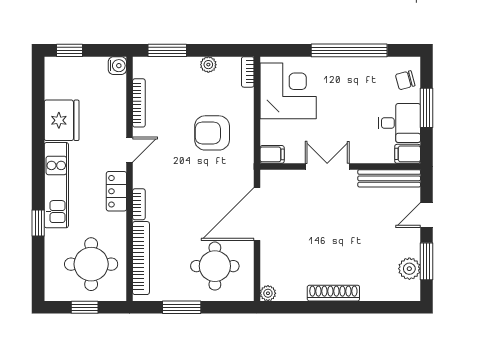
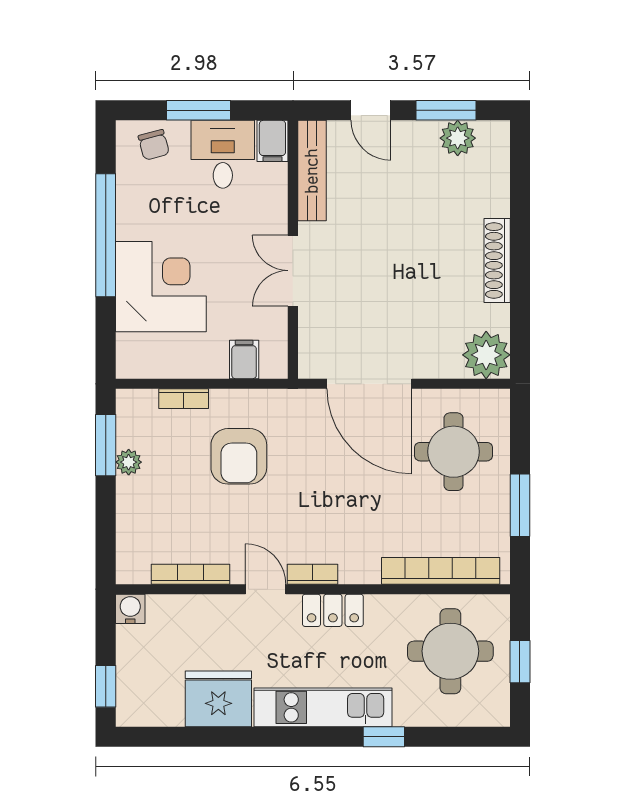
window: (167, 50) -> (106, 445), moved
bookcase: (248, 72) -> (184, 399), moved
corner desk: (288, 91) -> (161, 287), moved, turned 90
filing cabinet: (272, 154) -> (244, 359), moved
bookcase: (139, 204) -> (312, 574), moved
plant: (268, 293) -> (486, 355), width x1.88, depth x1.88

